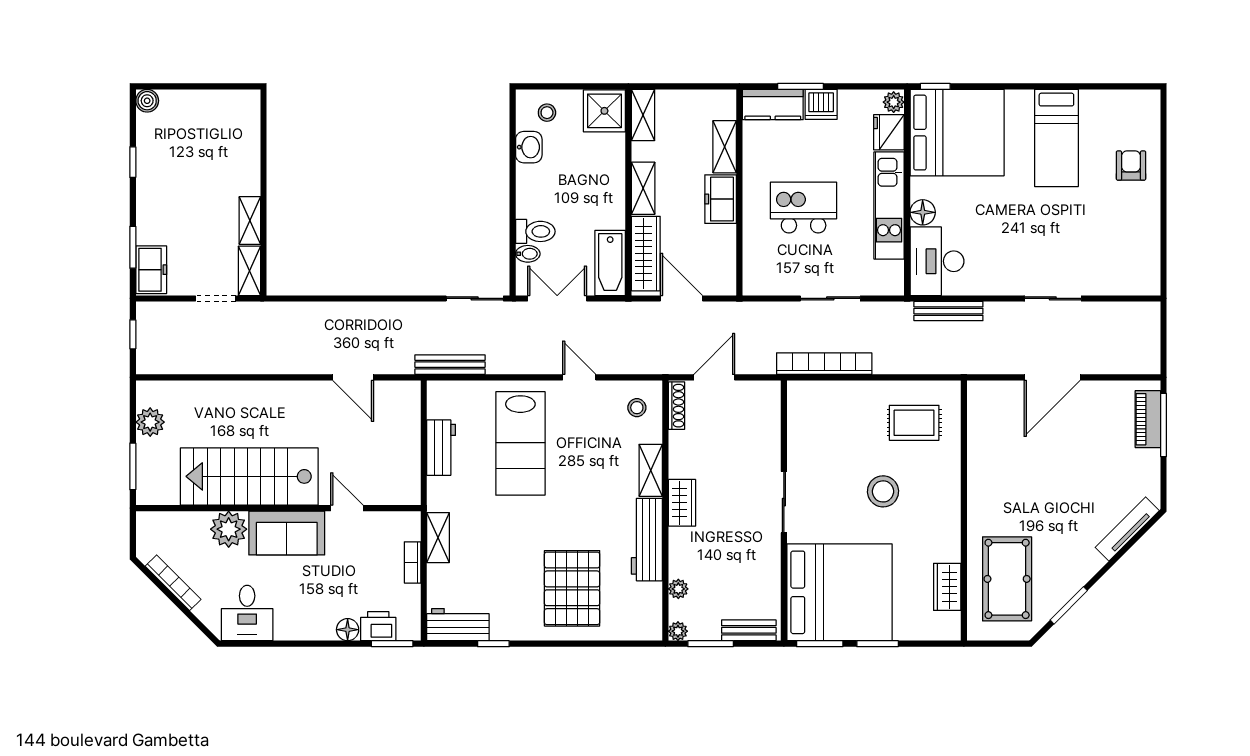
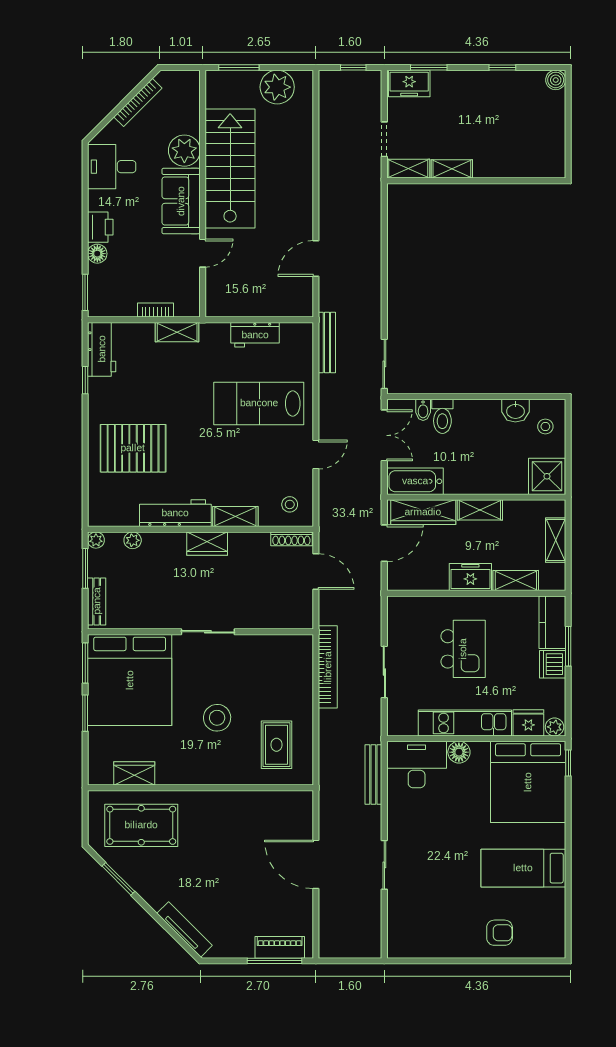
shelving: (643, 115) -> (556, 540), moved, turned 90
plant: (150, 422) -> (277, 87), width x1.36, depth x1.36
printer: (378, 626) -> (100, 227), moved

